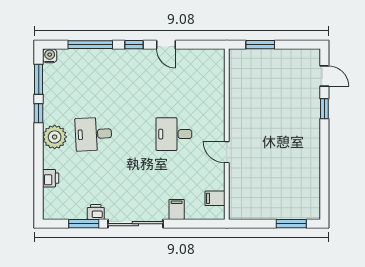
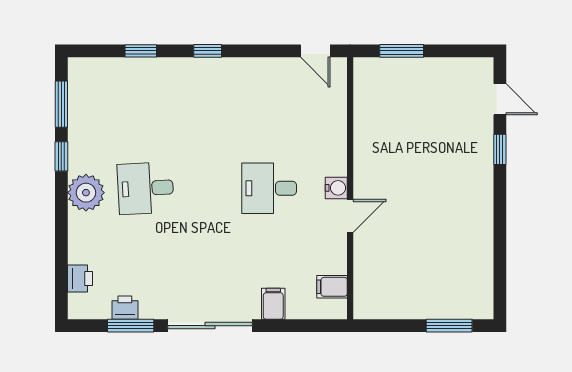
window: (90, 45) -> (141, 51), width x0.46
door: (166, 45) -> (315, 51), moved
water cooler: (50, 56) -> (336, 188), moved, turned 90
door: (227, 152) -> (350, 216), swing flipped
printer: (51, 178) -> (80, 279), moved
printer: (96, 212) -> (125, 308), moved

